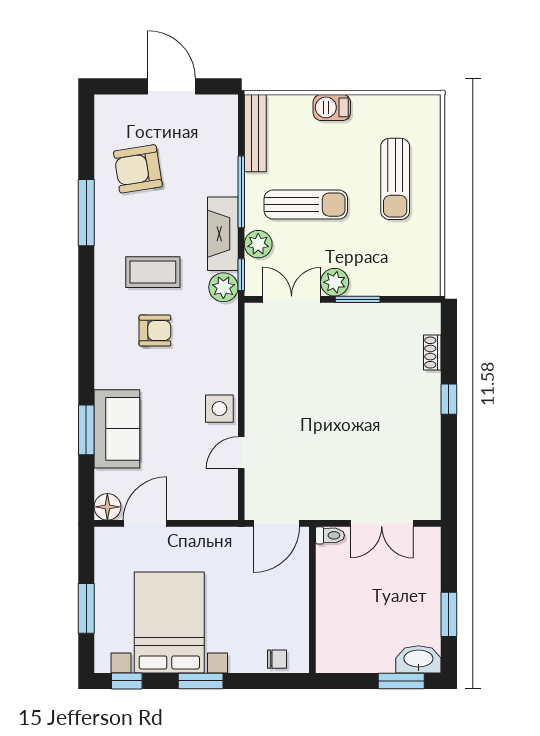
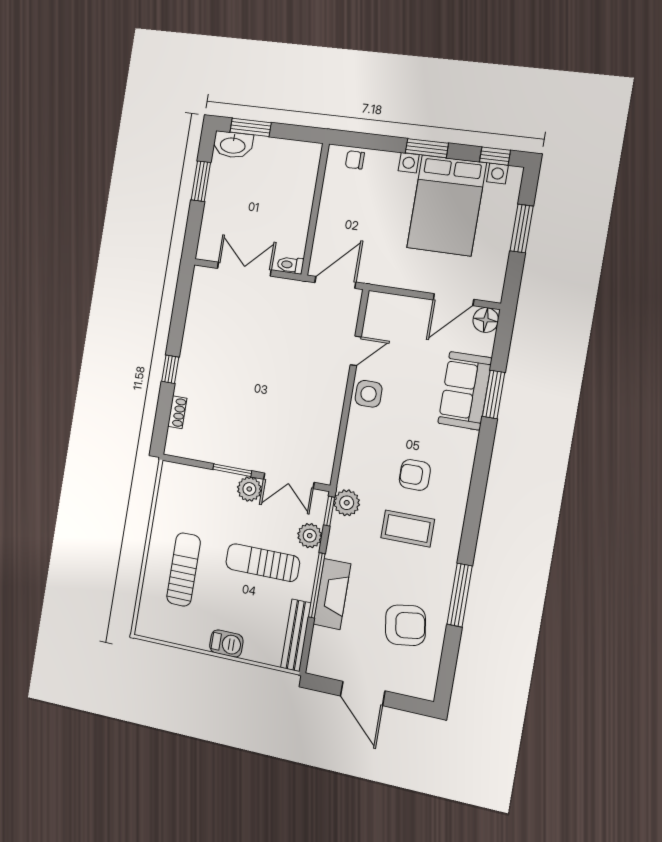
fireplace: (223, 234) -> (332, 594), moved

